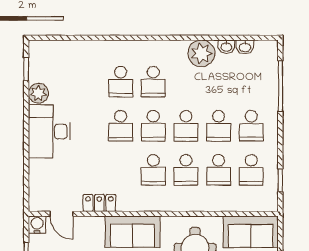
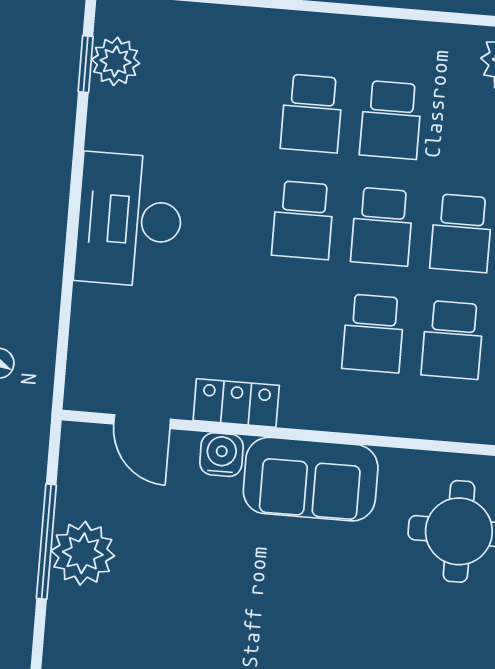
plant: (38, 93) -> (116, 61), moved
water cooler: (37, 225) -> (221, 455), moved

